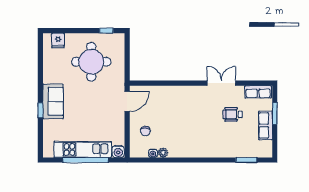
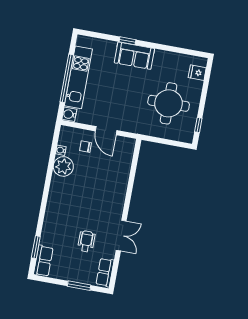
door: (127, 101) -> (106, 131), moved
row of seats: (265, 125) -> (43, 261), moved, turned 90
plant: (163, 153) -> (63, 166), width x1.88, depth x1.88

